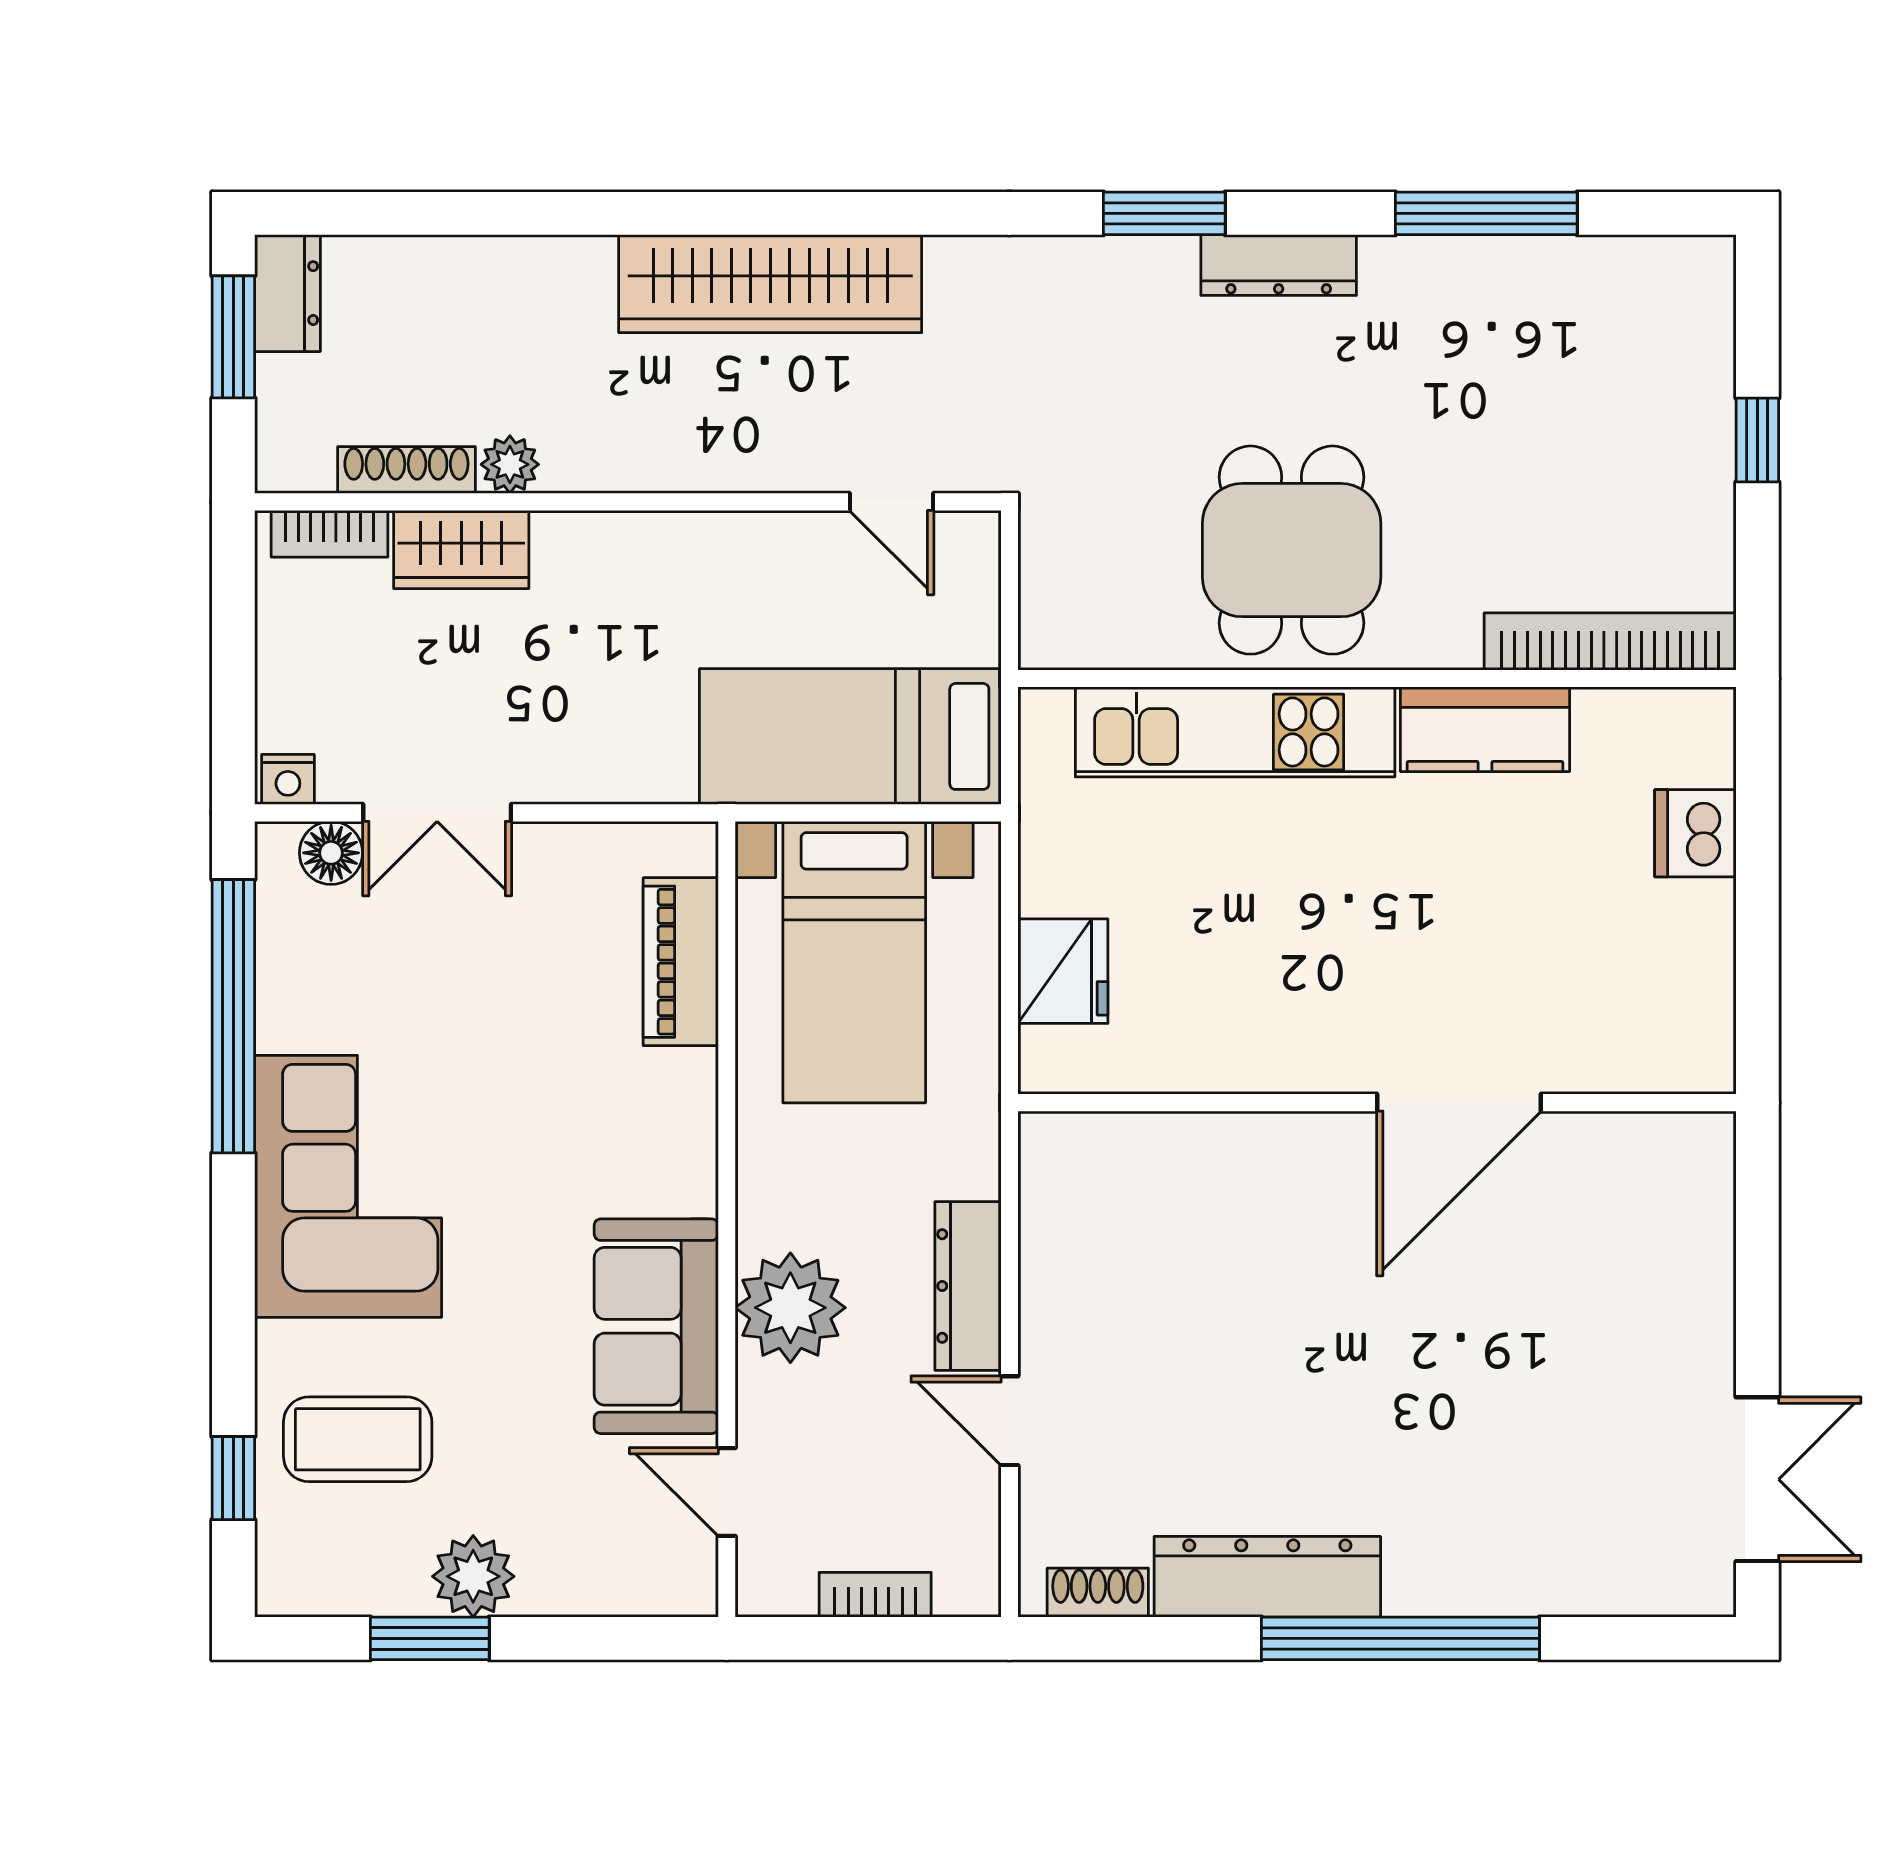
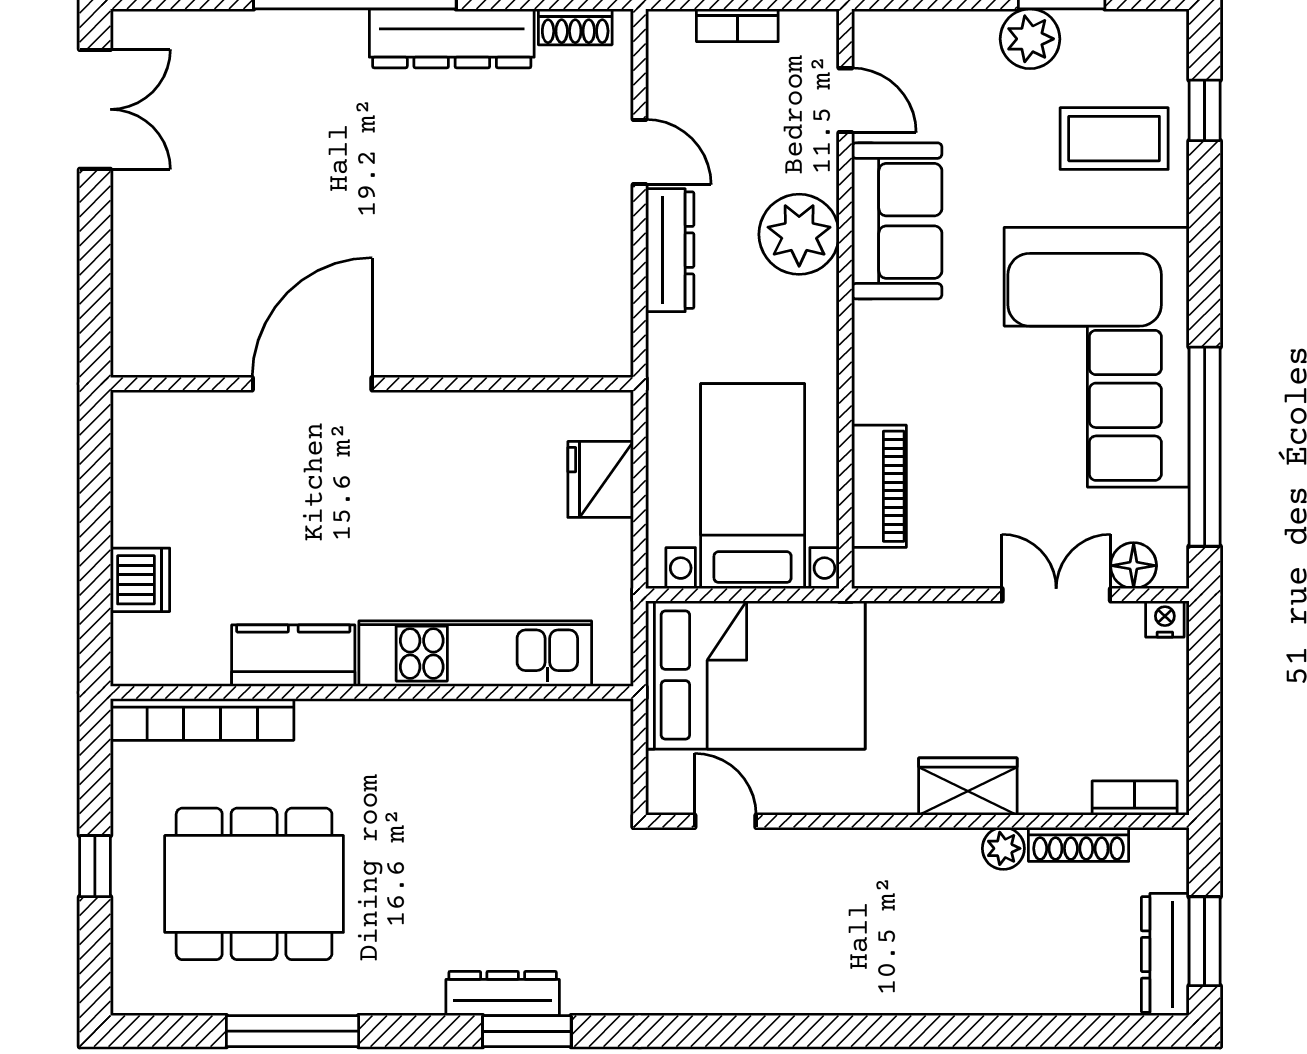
dresser: (1279, 265) -> (503, 994), moved
wardrobe: (770, 284) -> (814, 980), removed
dresser: (287, 293) -> (1165, 955), width x1.44
wardrobe: (461, 549) -> (968, 786), moved
dining table: (1292, 550) -> (254, 884), moved, width x1.38
bed: (850, 736) -> (755, 675), width x1.50
corner sofa: (348, 1186) -> (1097, 357), width x1.36, depth x1.36
double door: (1757, 1479) -> (95, 109), swing flipped

